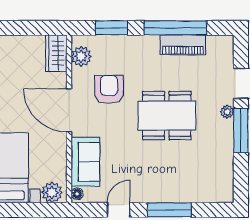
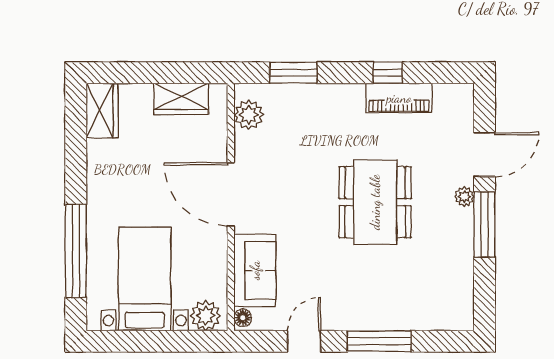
window: (175, 28) -> (388, 73), width x0.32
wardrobe: (56, 53) -> (181, 99), moved, turned -90
armchair: (109, 89) -> (290, 164), removed
dining table: (167, 116) -> (375, 202), turned 90

